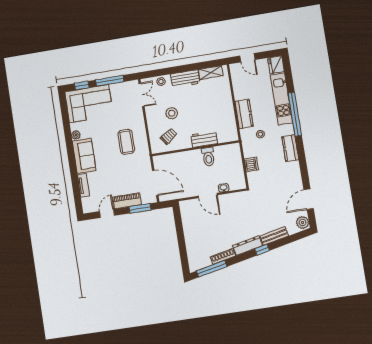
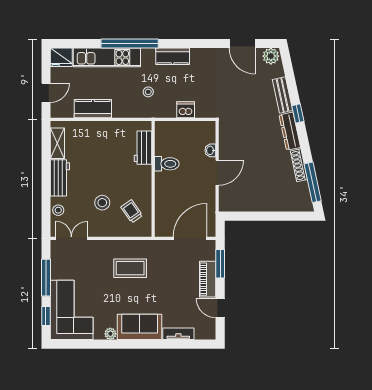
kitchen counter: (244, 114) -> (93, 109), moved
workbench: (204, 139) -> (143, 148), moved

